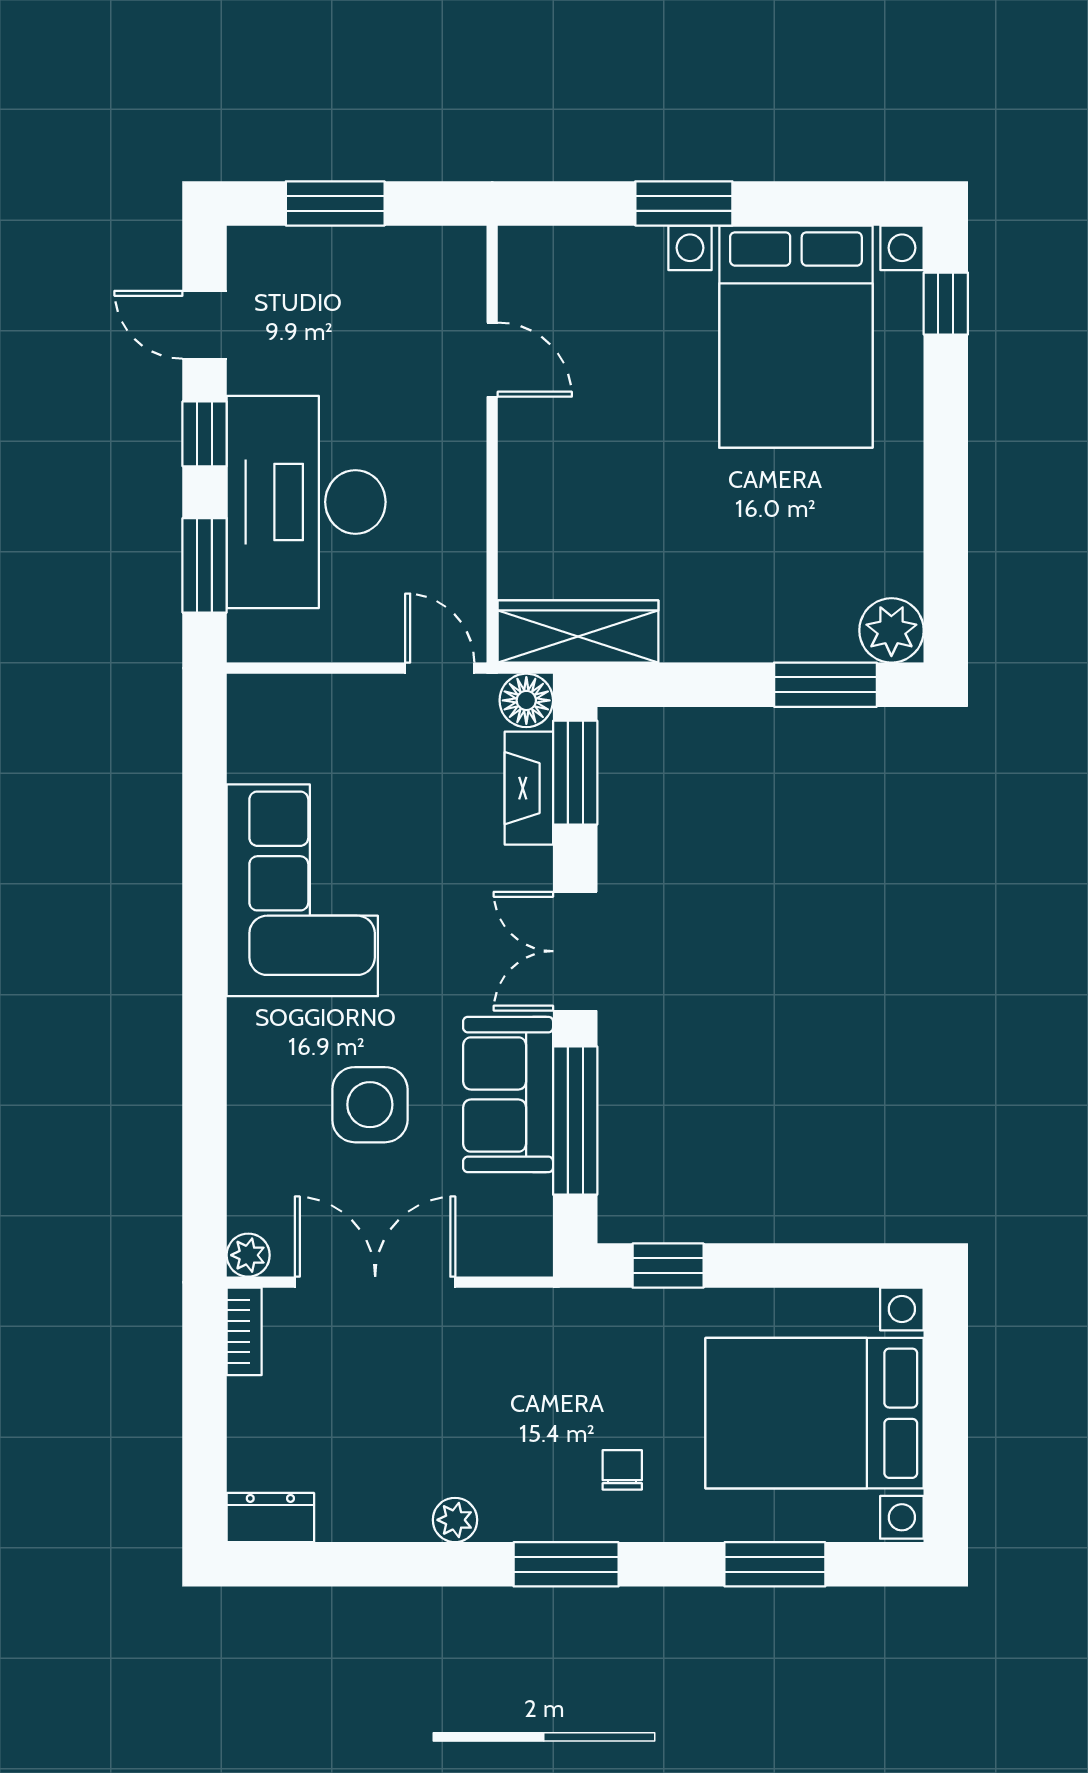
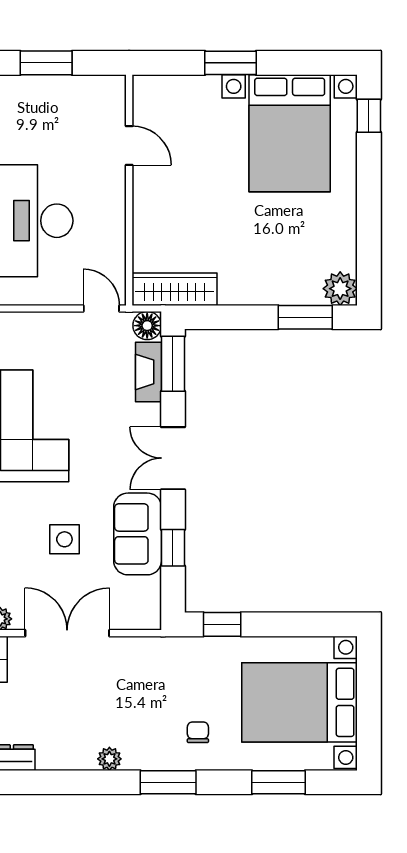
side table: (370, 1105) -> (64, 539), width x0.73, depth x0.73
window: (575, 1121) -> (173, 548), width x0.46

